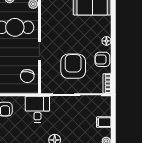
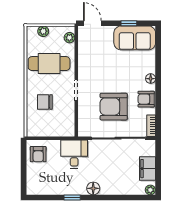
armchair: (73, 66) -> (114, 107), turned -90
chair: (27, 76) -> (45, 102), moved, turned 81
filing cabinet: (104, 122) -> (148, 169), width x2.00

